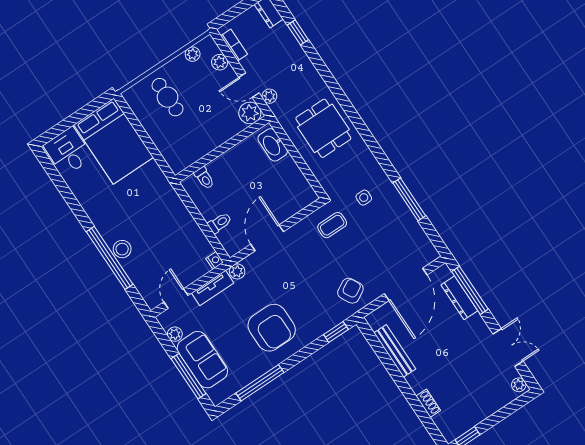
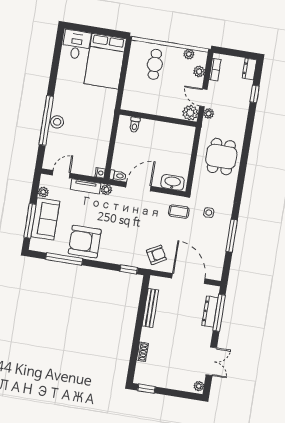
washbasin: (273, 145) -> (173, 182), moved, turned 90
toilet: (220, 223) -> (118, 176), moved
door: (406, 284) -> (188, 278), swing flipped
armchair: (272, 328) -> (85, 242), moved, turned 90

